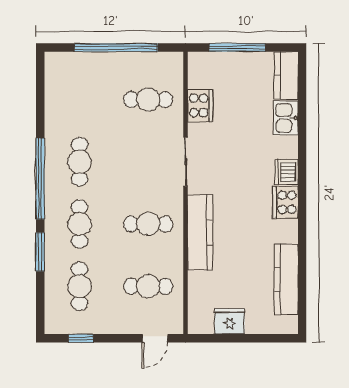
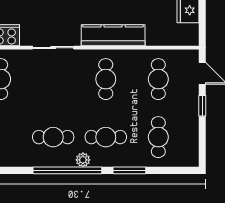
plant: (53, 197) -> (83, 160), added
cafe table: (80, 286) -> (158, 137), turned 90
window: (81, 338) -> (202, 106), moved

